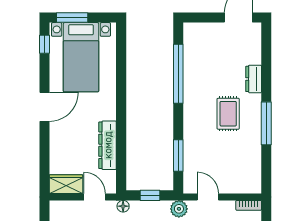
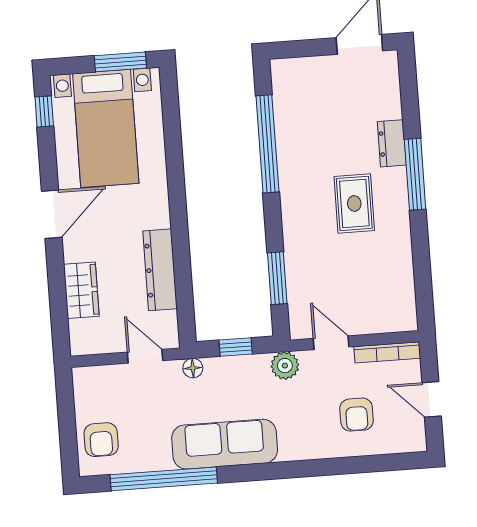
window: (72, 18) -> (120, 62), moved
window: (266, 123) -> (415, 174), moved
wardrobe: (66, 184) -> (81, 290), moved, turned 90
bookcase: (249, 205) -> (387, 352), width x1.56

